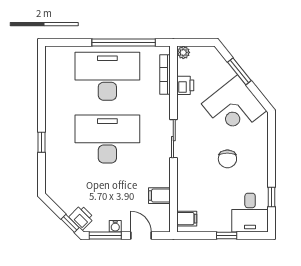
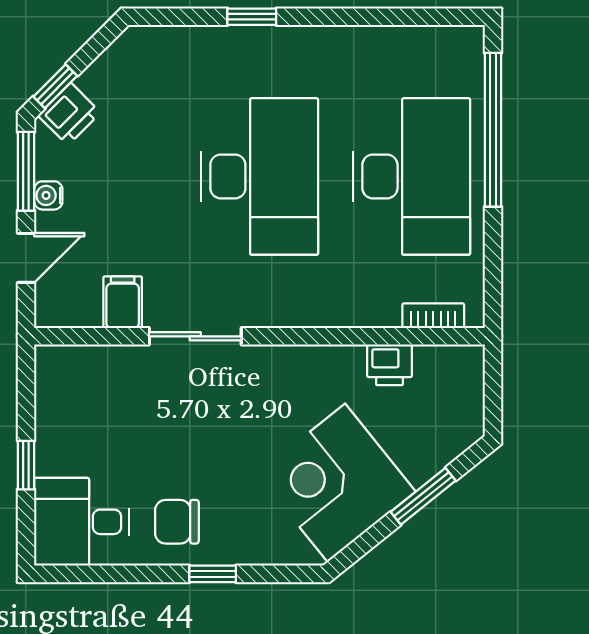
window: (124, 43) -> (493, 130), moved
plant: (183, 52) -> (469, 360), removed
bookcase: (165, 74) -> (433, 316), width x0.64
sliding door: (173, 139) -> (195, 336), moved
chair: (227, 159) -> (177, 522), moved
window: (272, 197) -> (213, 574), moved
filing cabinet: (187, 219) -> (67, 369), removed

